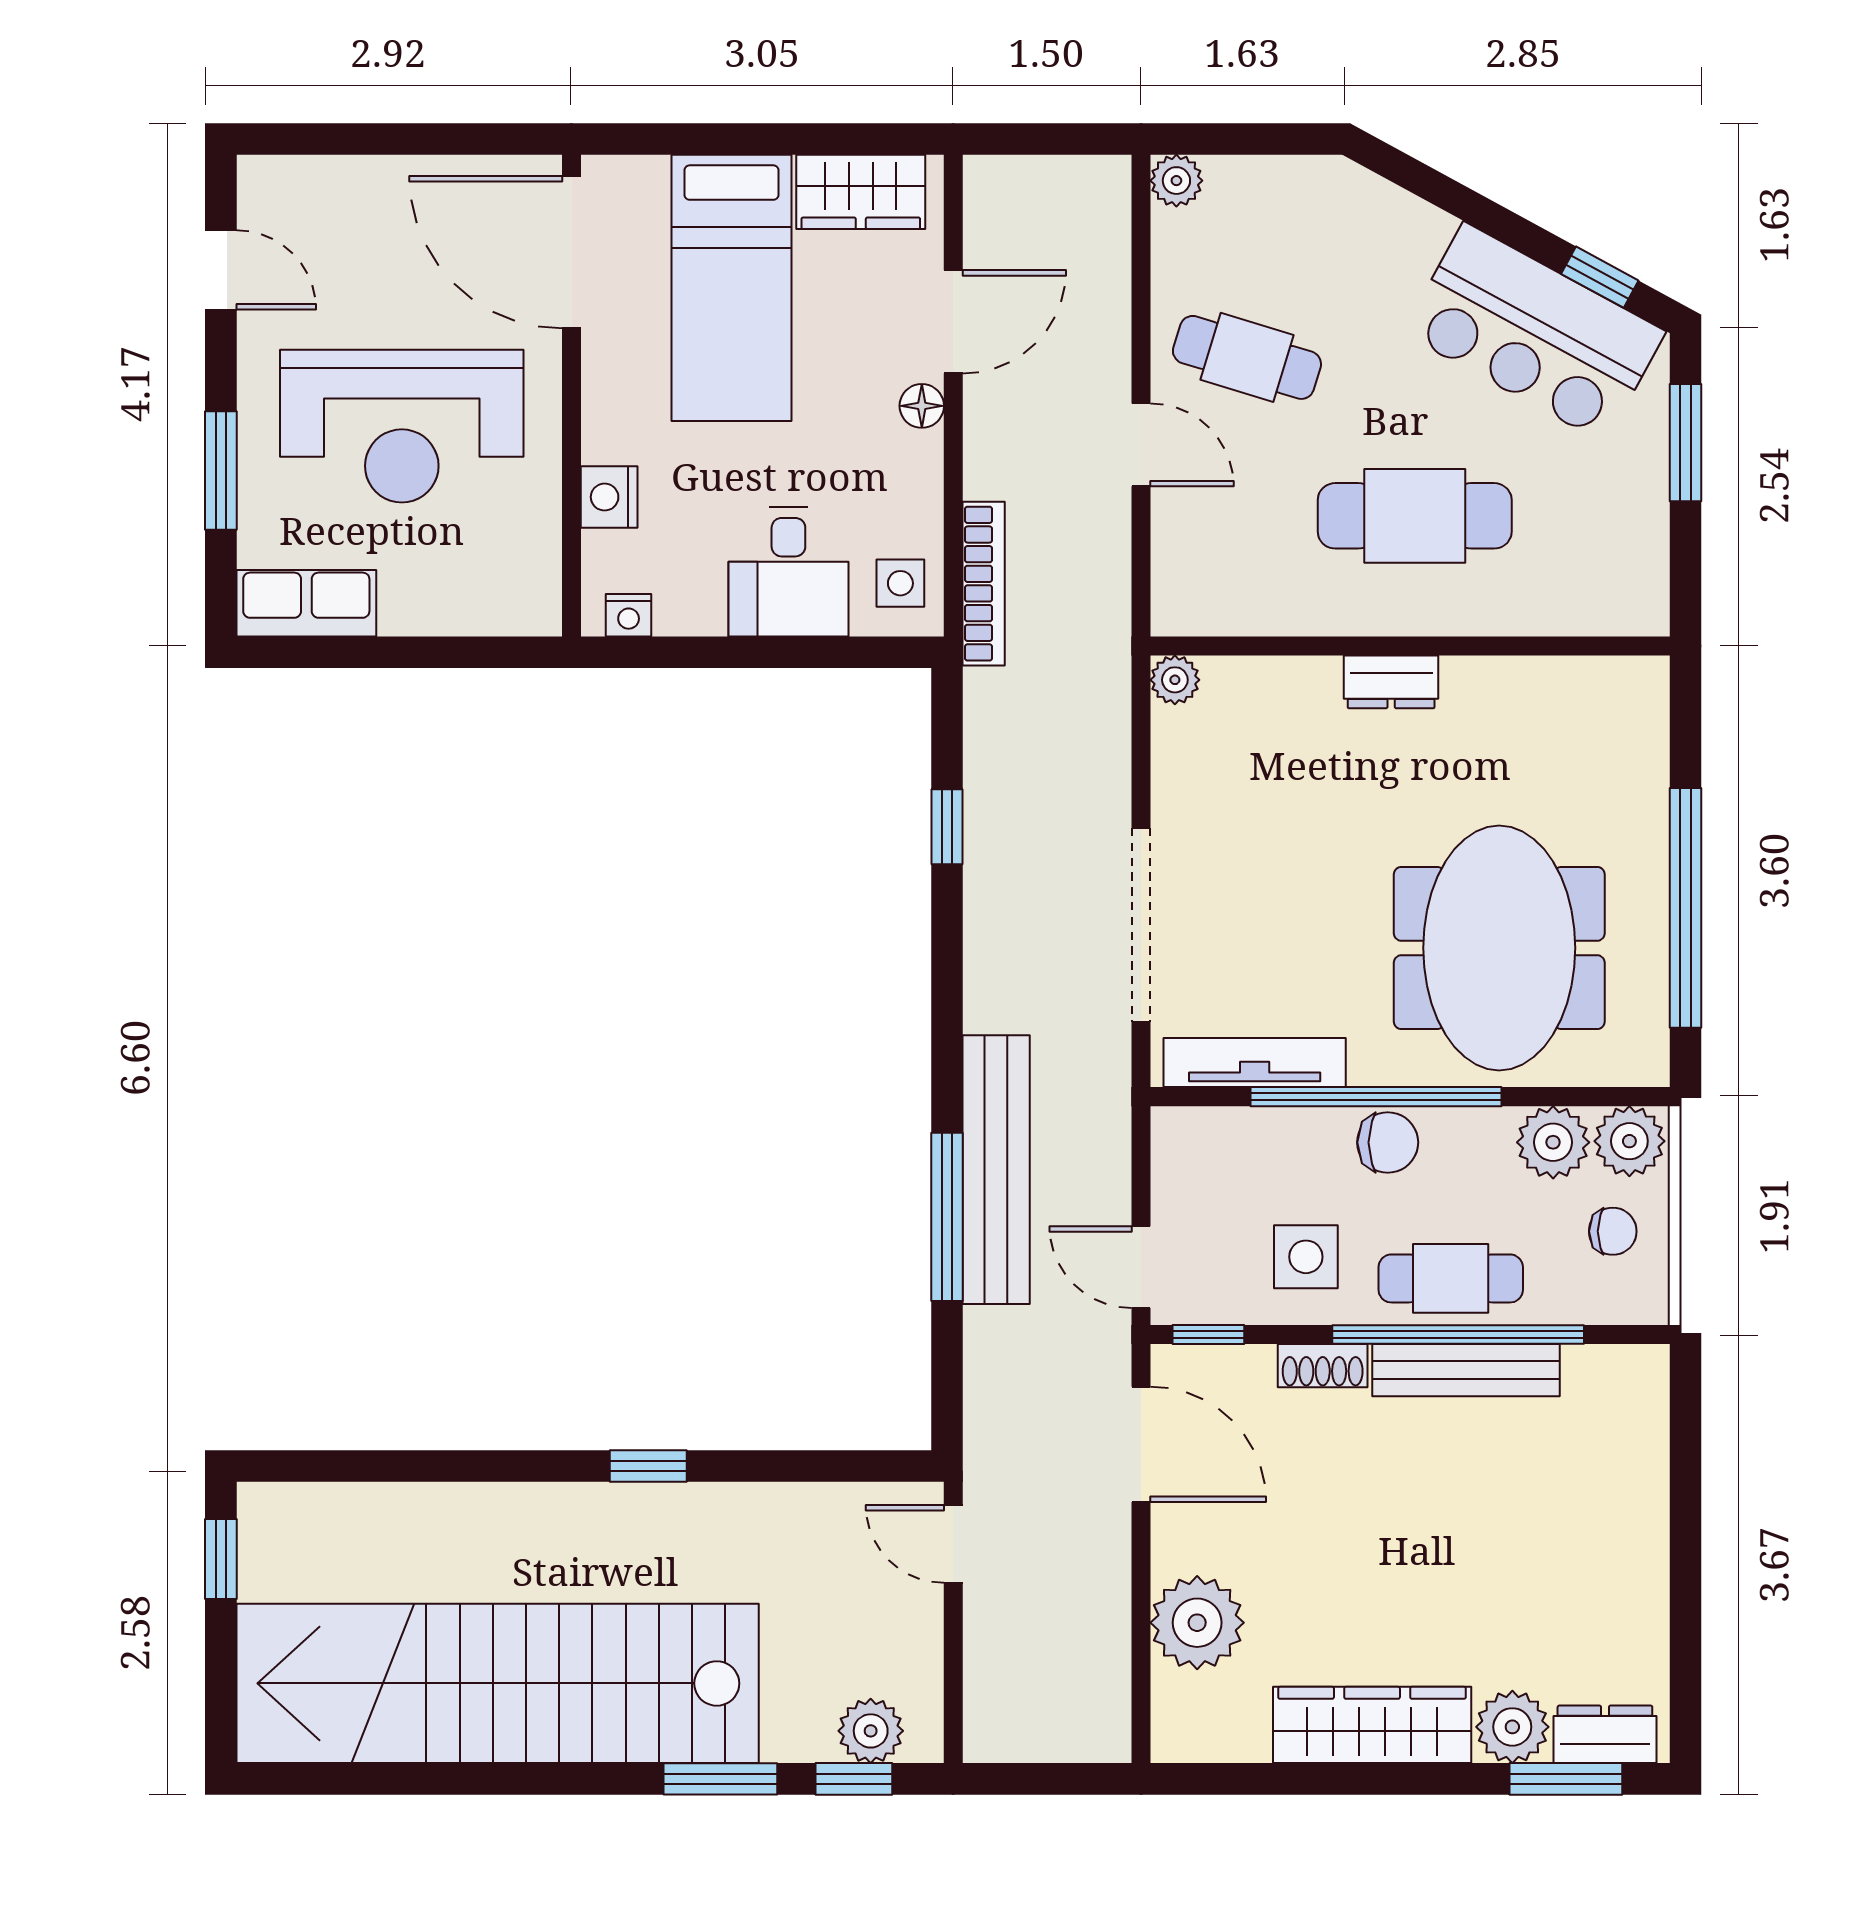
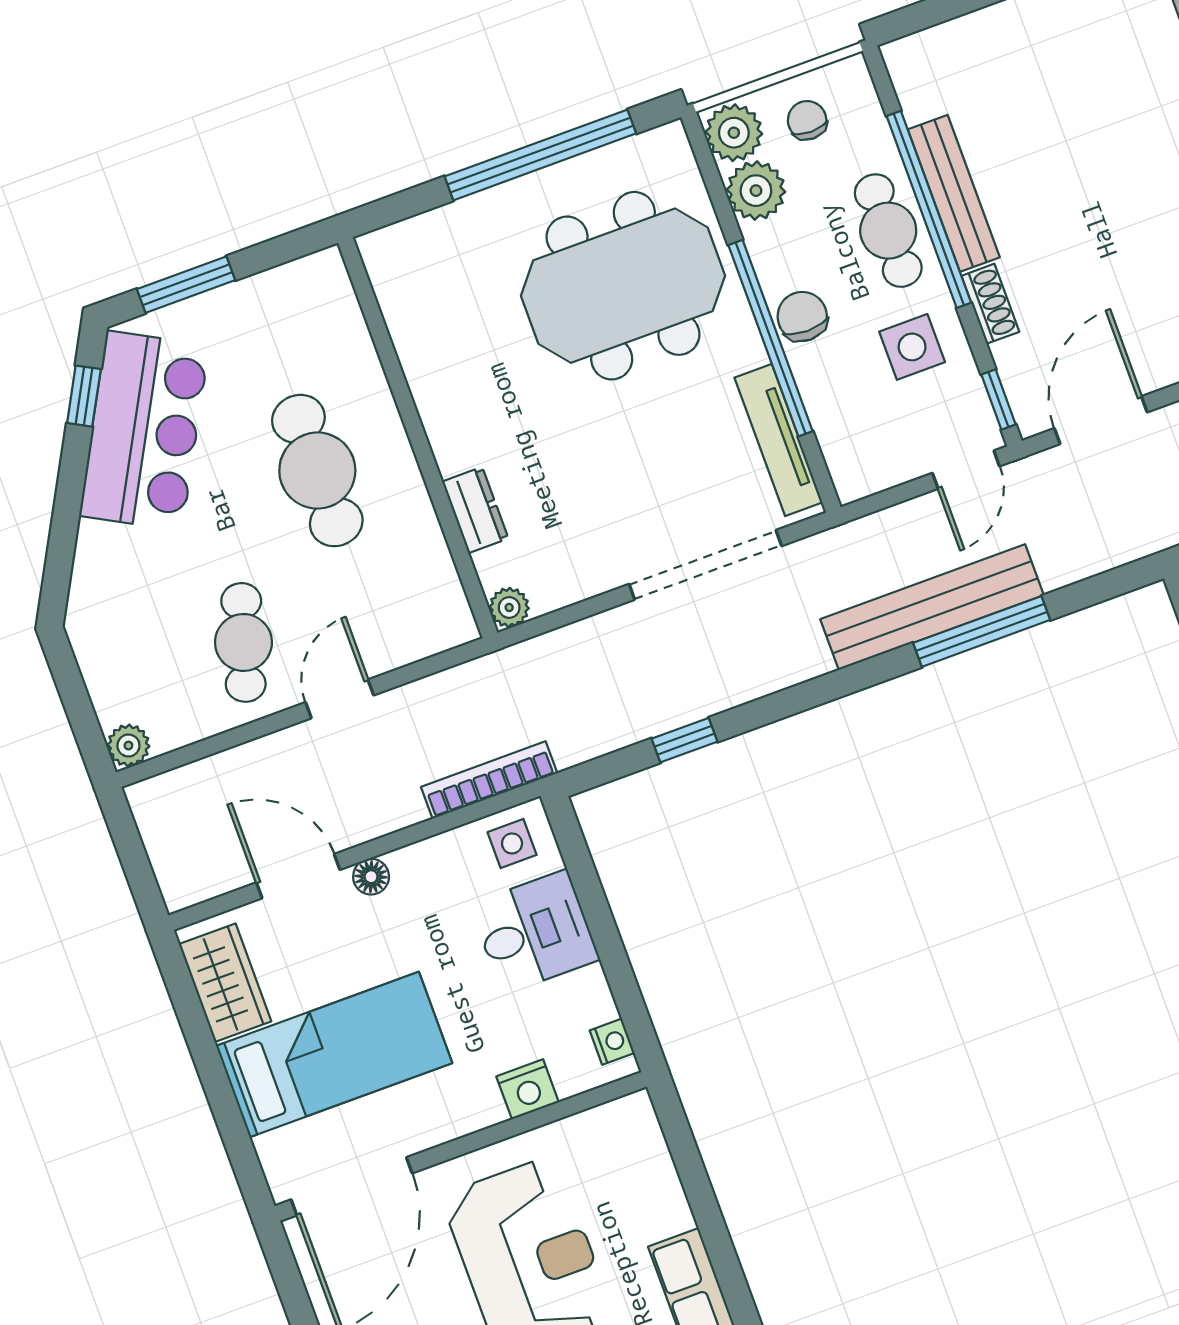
dresser: (1391, 682) -> (475, 510), moved

